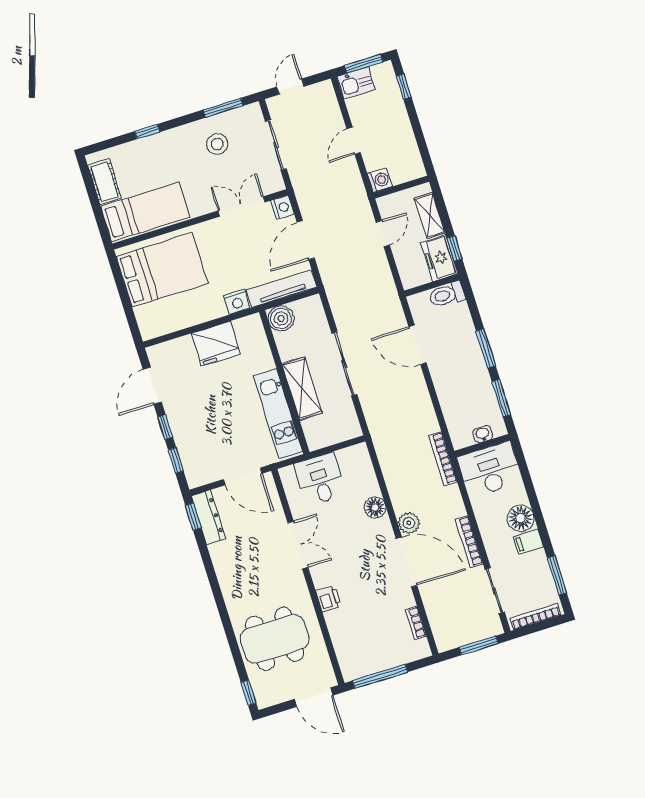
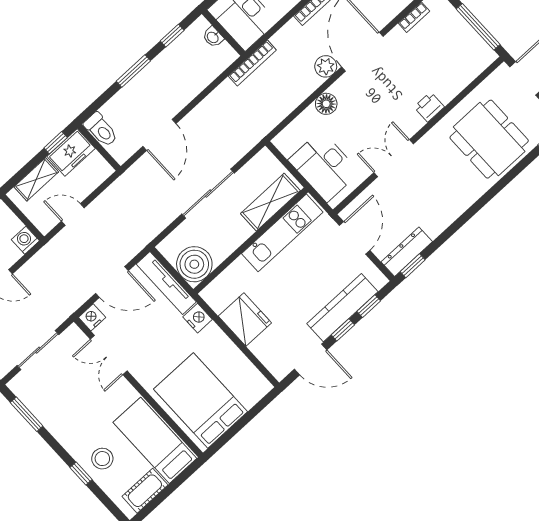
stool: (217, 144) -> (102, 459), moved
boiler: (281, 318) -> (194, 264), width x1.37, depth x1.37
shelving: (302, 388) -> (270, 202), moved
window: (501, 398) -> (172, 36), width x0.67
kitchen counter: (185, 436) -> (342, 308), added
desk: (320, 479) -> (324, 166), width x1.37

